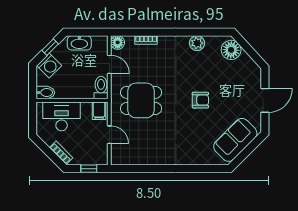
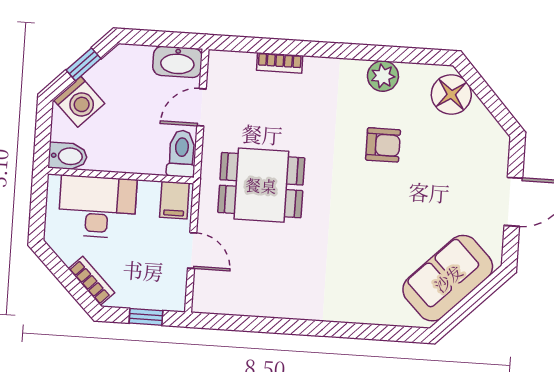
floor lamp: (118, 42) -> (221, 64), removed
washbasin: (79, 43) -> (177, 62), moved
door: (109, 64) -> (202, 107), swing flipped
armchair: (200, 100) -> (383, 145), moved

